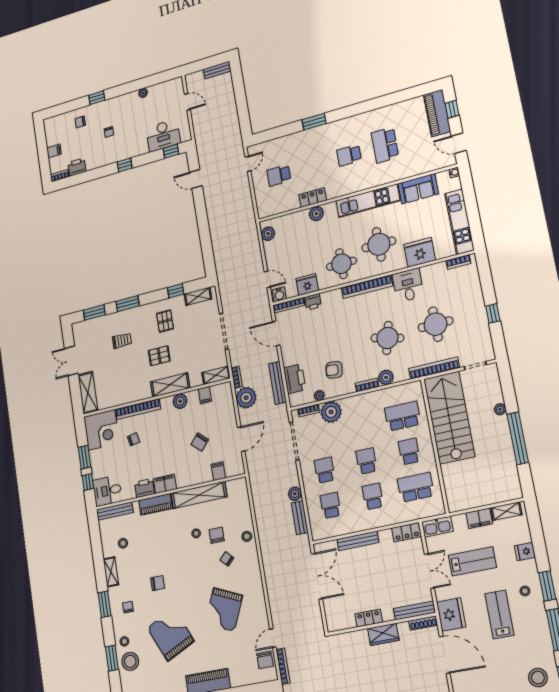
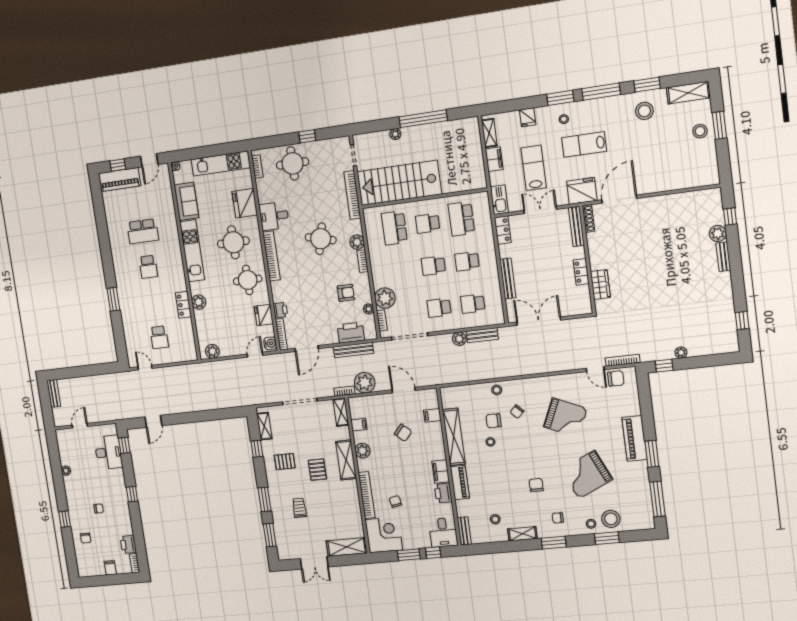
round table: (436, 324) -> (293, 163), moved
armchair: (334, 370) -> (346, 293), turned -96
bench: (115, 511) -> (464, 531), width x0.73
wardrobe: (383, 634) -> (600, 284), moved

